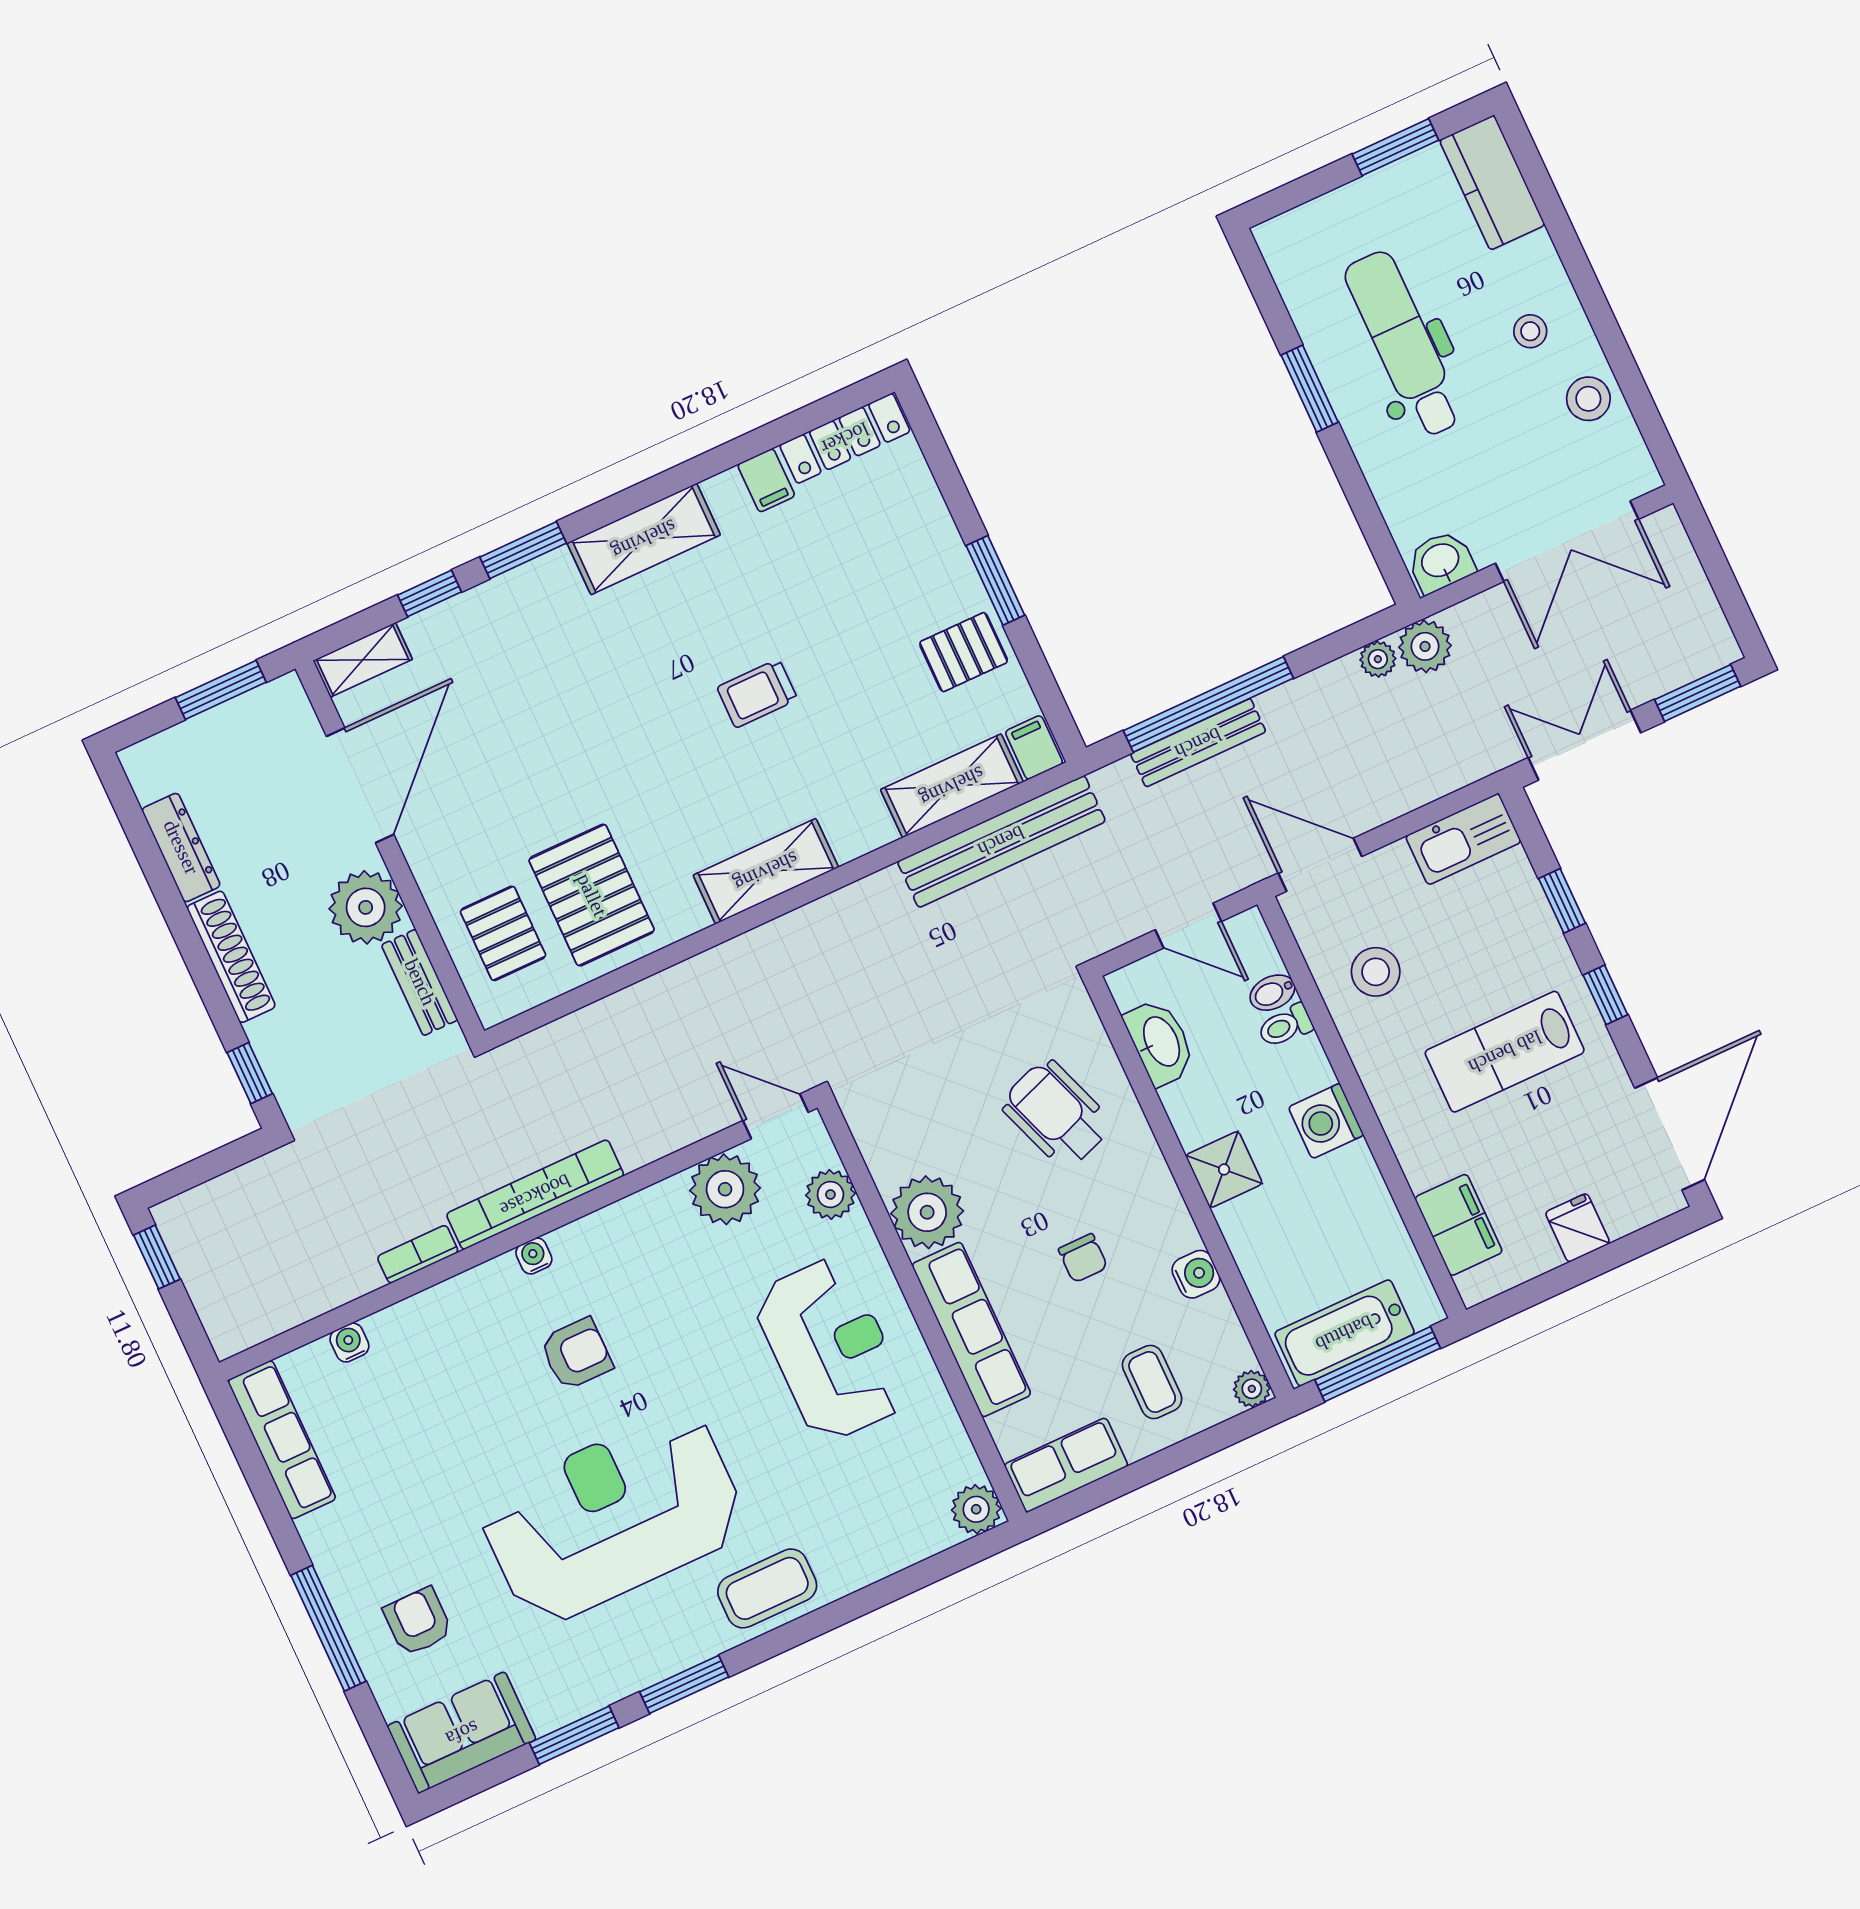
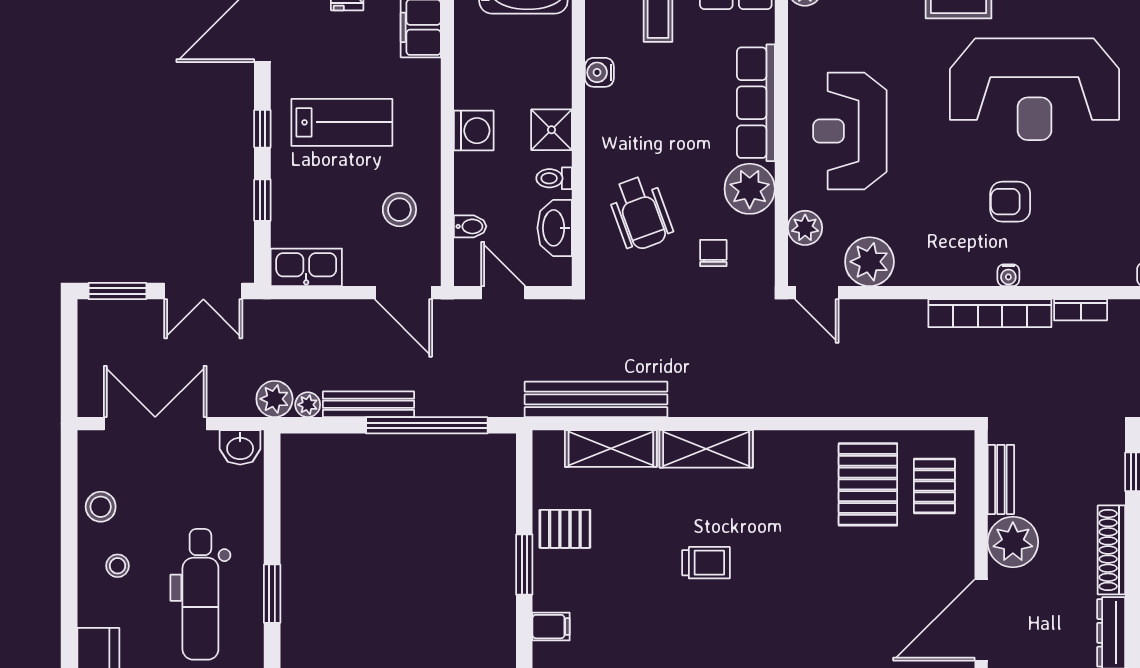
bench: (1198, 743) -> (369, 404), moved
filing cabinet: (1034, 747) -> (551, 627), moved, turned -90
shelving: (766, 871) -> (706, 449), moved
toilet: (1285, 1026) -> (554, 178), moved, turned 180
chair: (1083, 1258) -> (713, 253), moved

